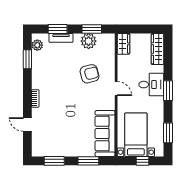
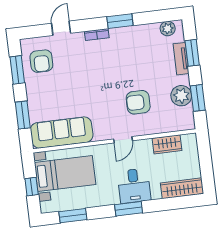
wardrobe: (123, 44) -> (167, 144), moved
window: (27, 59) -> (120, 21), moved
armchair: (89, 74) -> (138, 102), turned 105
armchair: (50, 142) -> (41, 61), added

